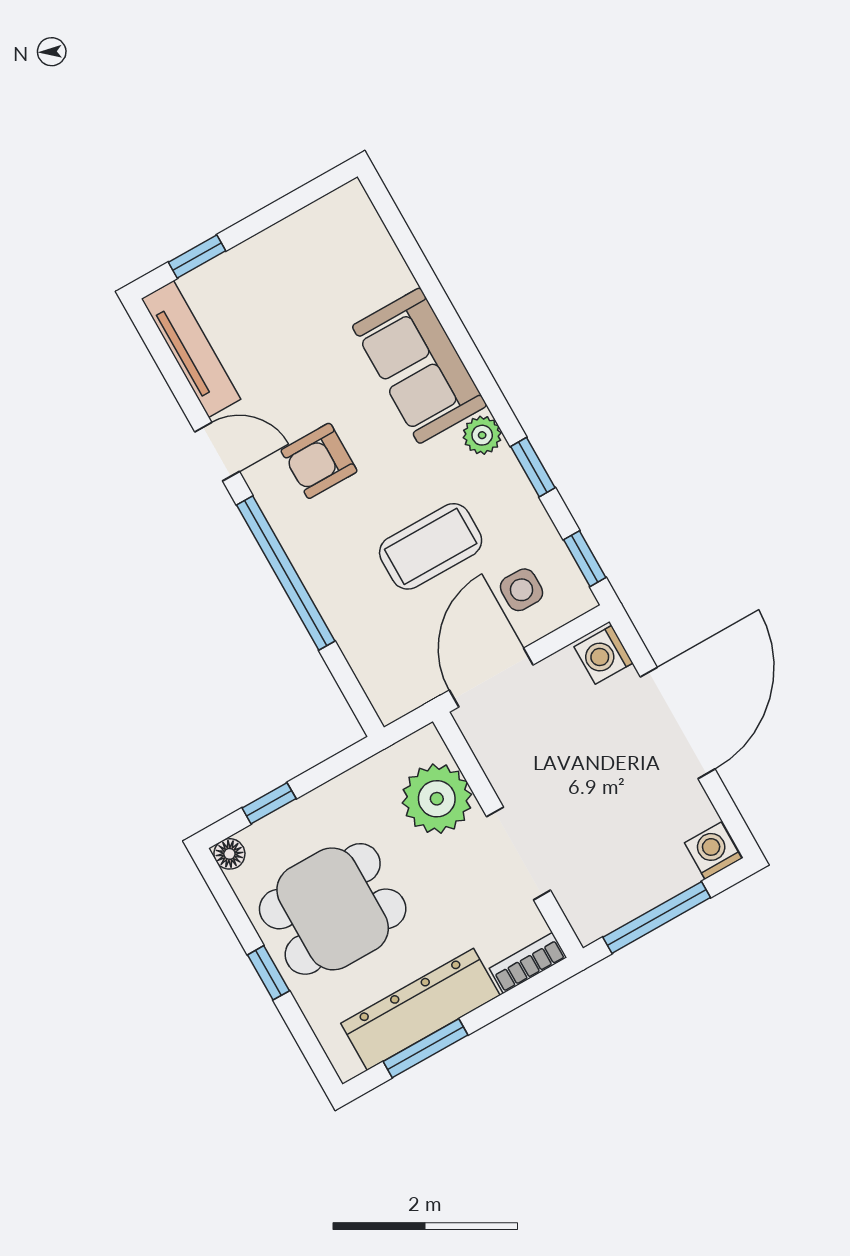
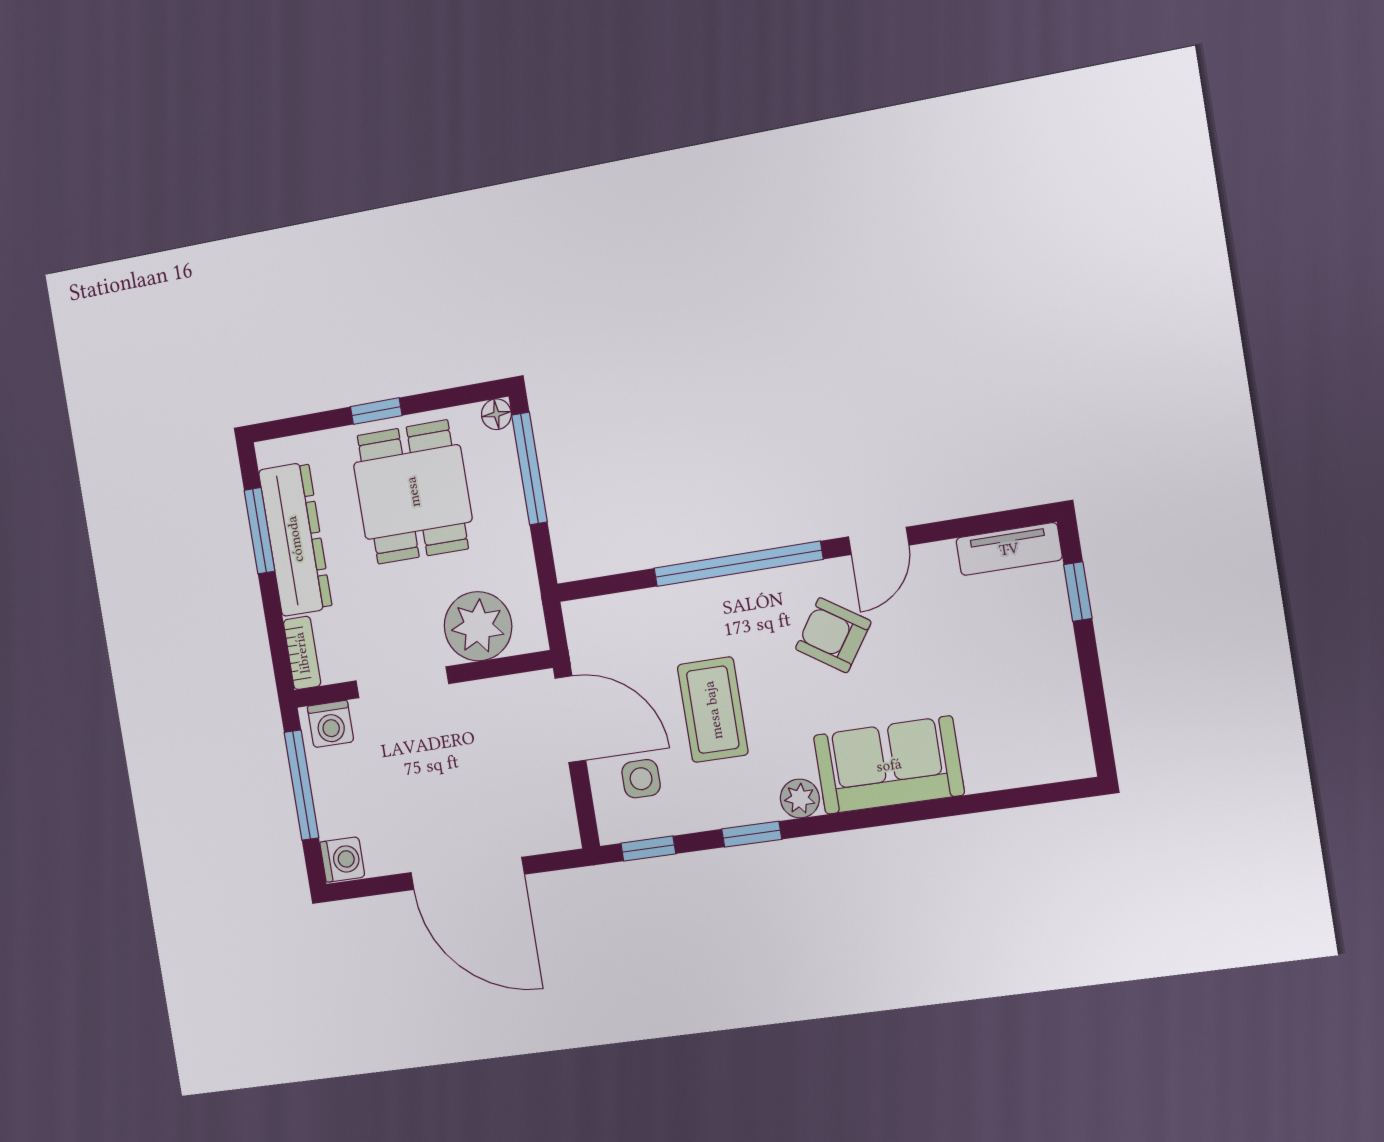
tv unit: (191, 349) -> (1009, 549), width x0.71
armchair: (319, 461) -> (833, 635), turned -56
washing machine: (604, 655) -> (330, 724), moved, turned 180
window: (269, 803) -> (530, 469), width x2.17

